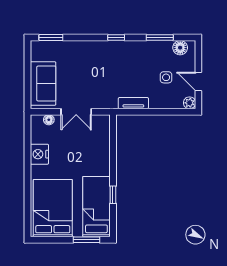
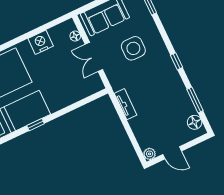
side table: (166, 77) -> (133, 48), moved, width x1.87, depth x1.87
door: (198, 81) -> (172, 153), swing flipped

